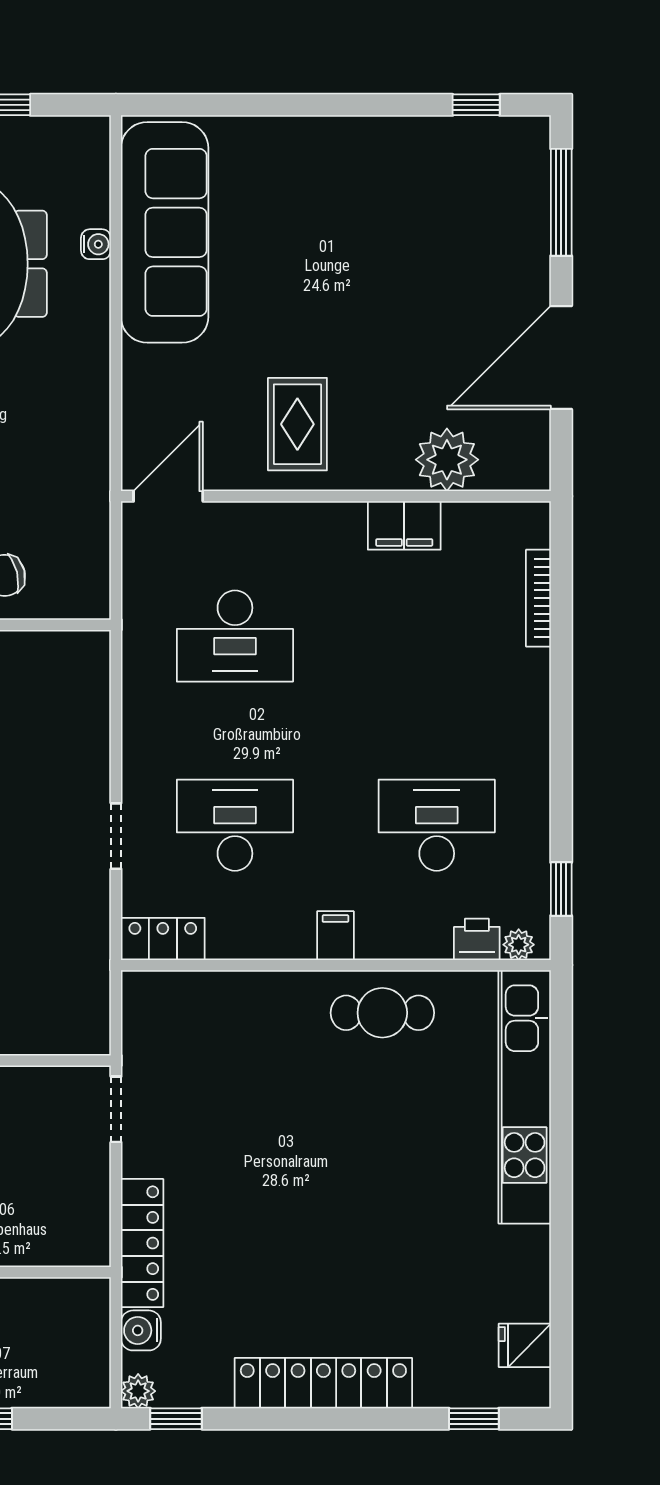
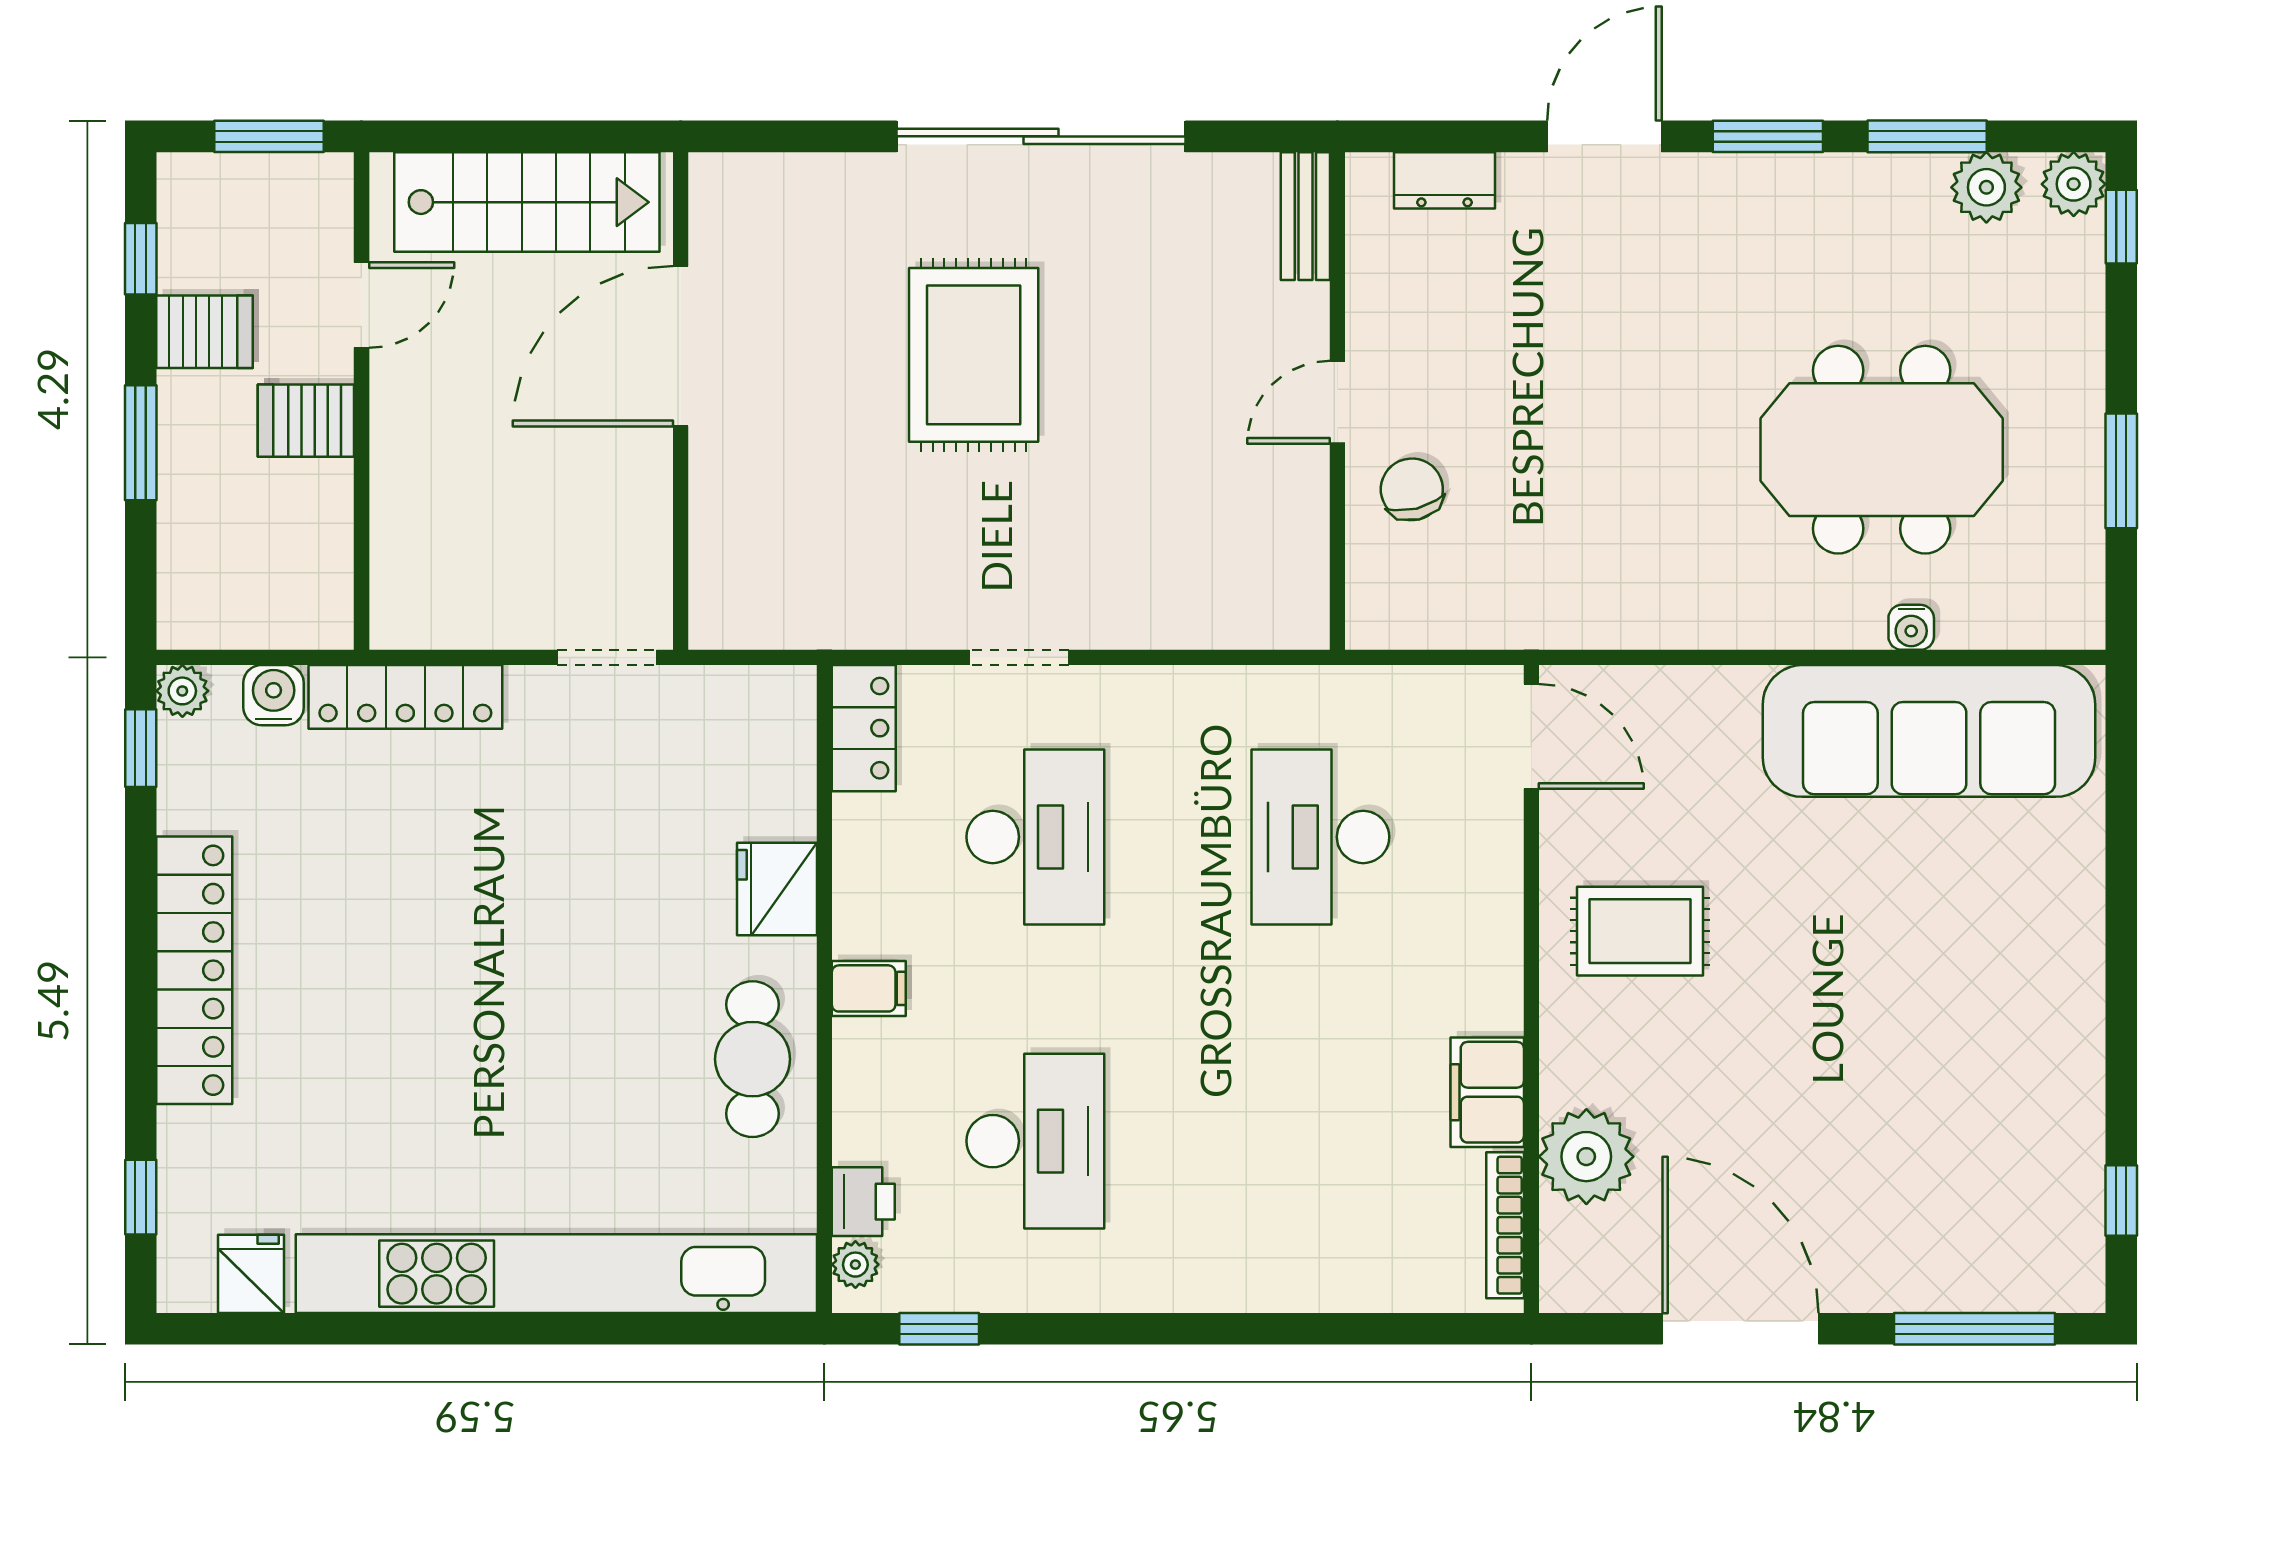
bookcase: (538, 598) -> (1505, 1225), moved, turned -90
fridge: (269, 997) -> (777, 889), added
kitchen unit: (525, 1097) -> (556, 1274), width x1.36

